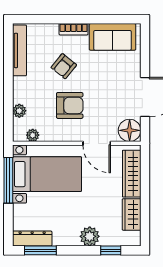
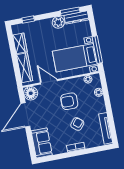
sofa: (112, 37) -> (42, 143), moved, turned 90
plant: (90, 236) -> (58, 22), moved

